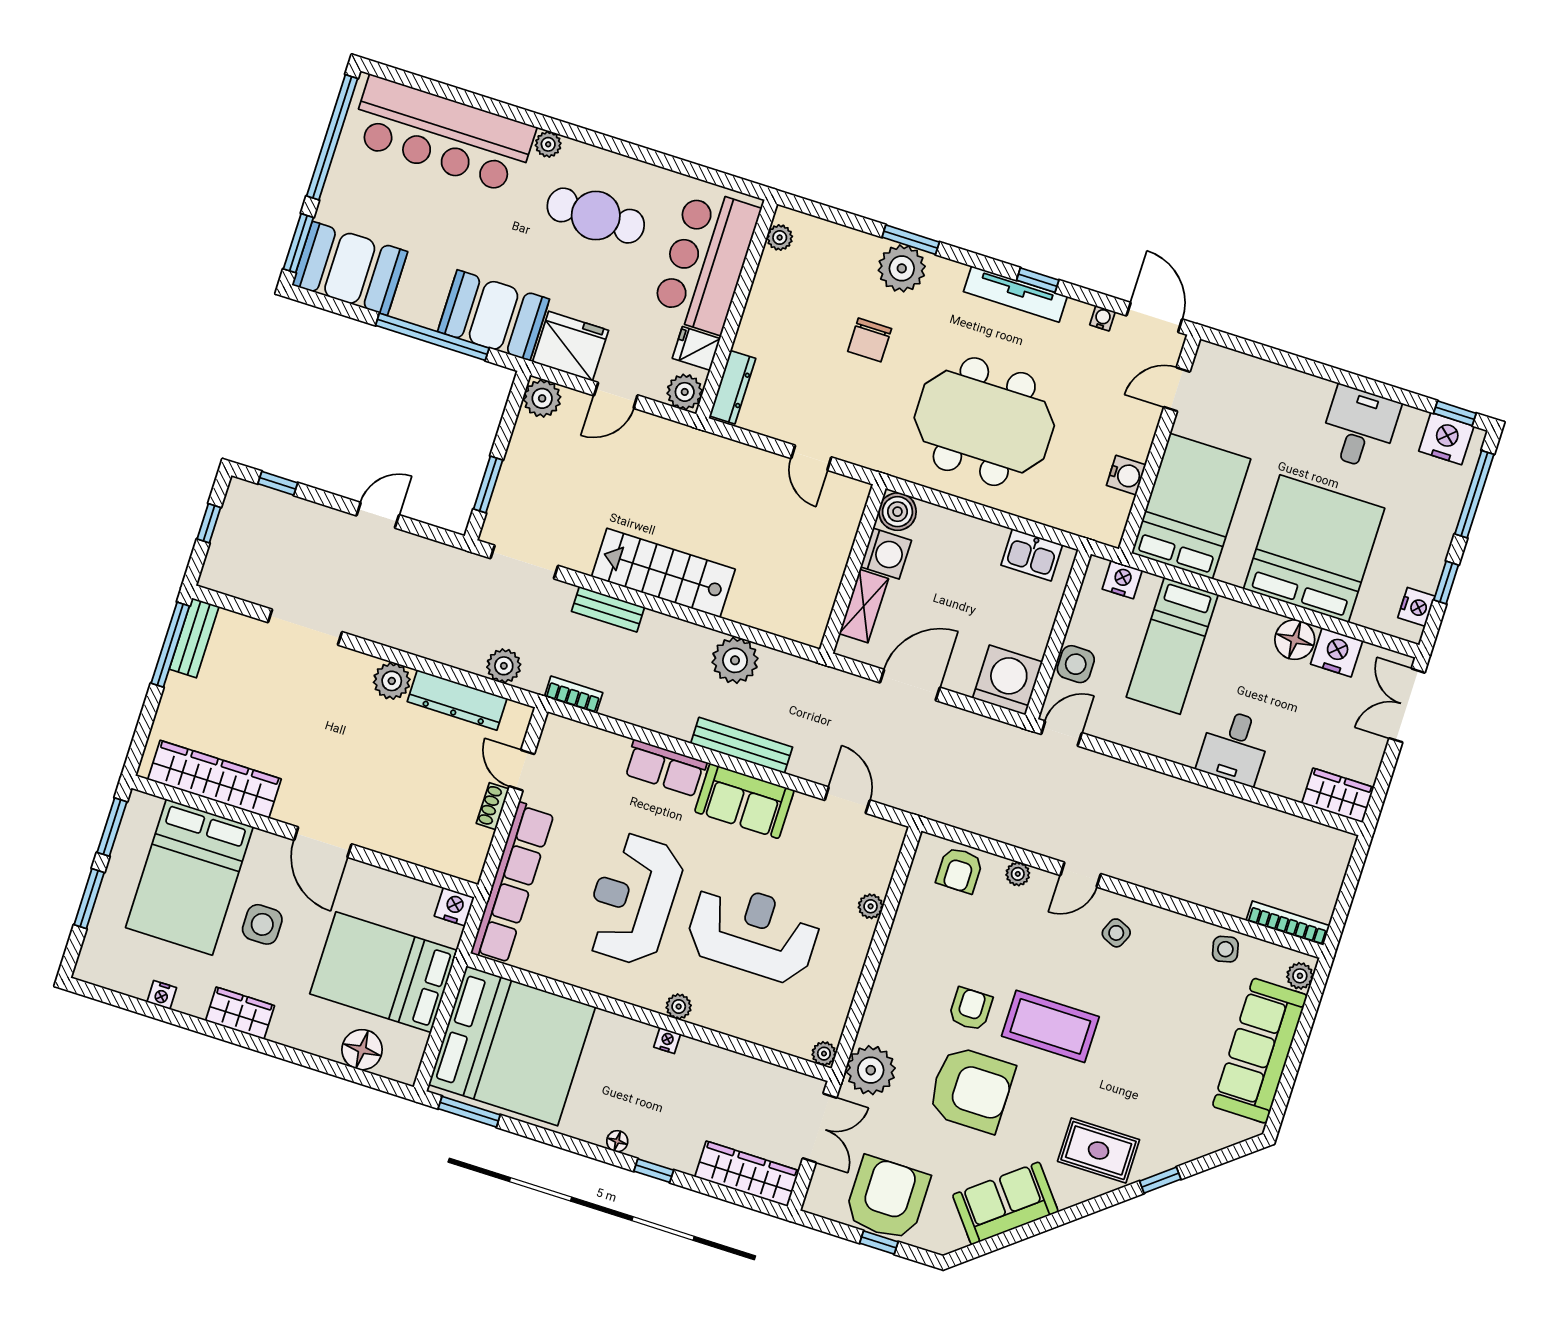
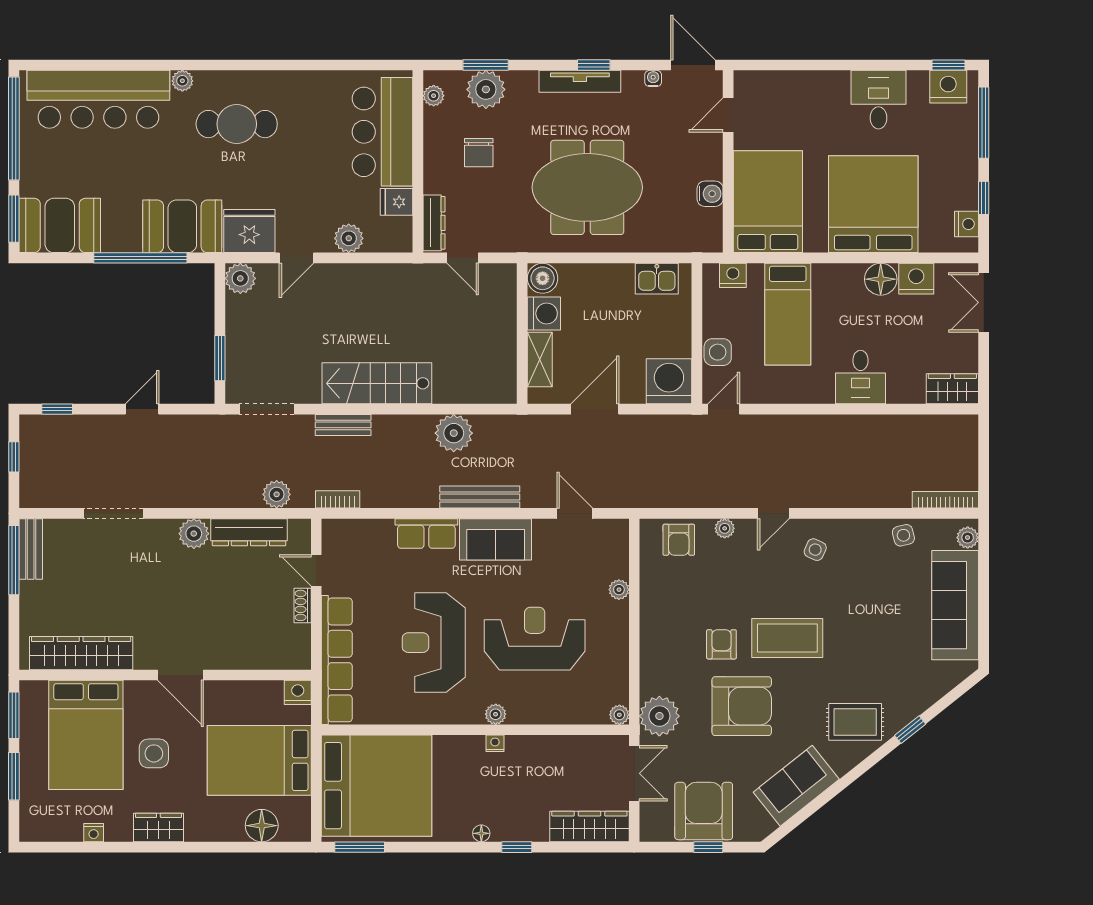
plant: (780, 238) -> (434, 96), moved
bar counter: (706, 261) -> (382, 132), moved
wall: (737, 309) -> (418, 161), moved
fridge: (696, 348) -> (397, 202), moved
dresser: (733, 387) -> (434, 223), moved

